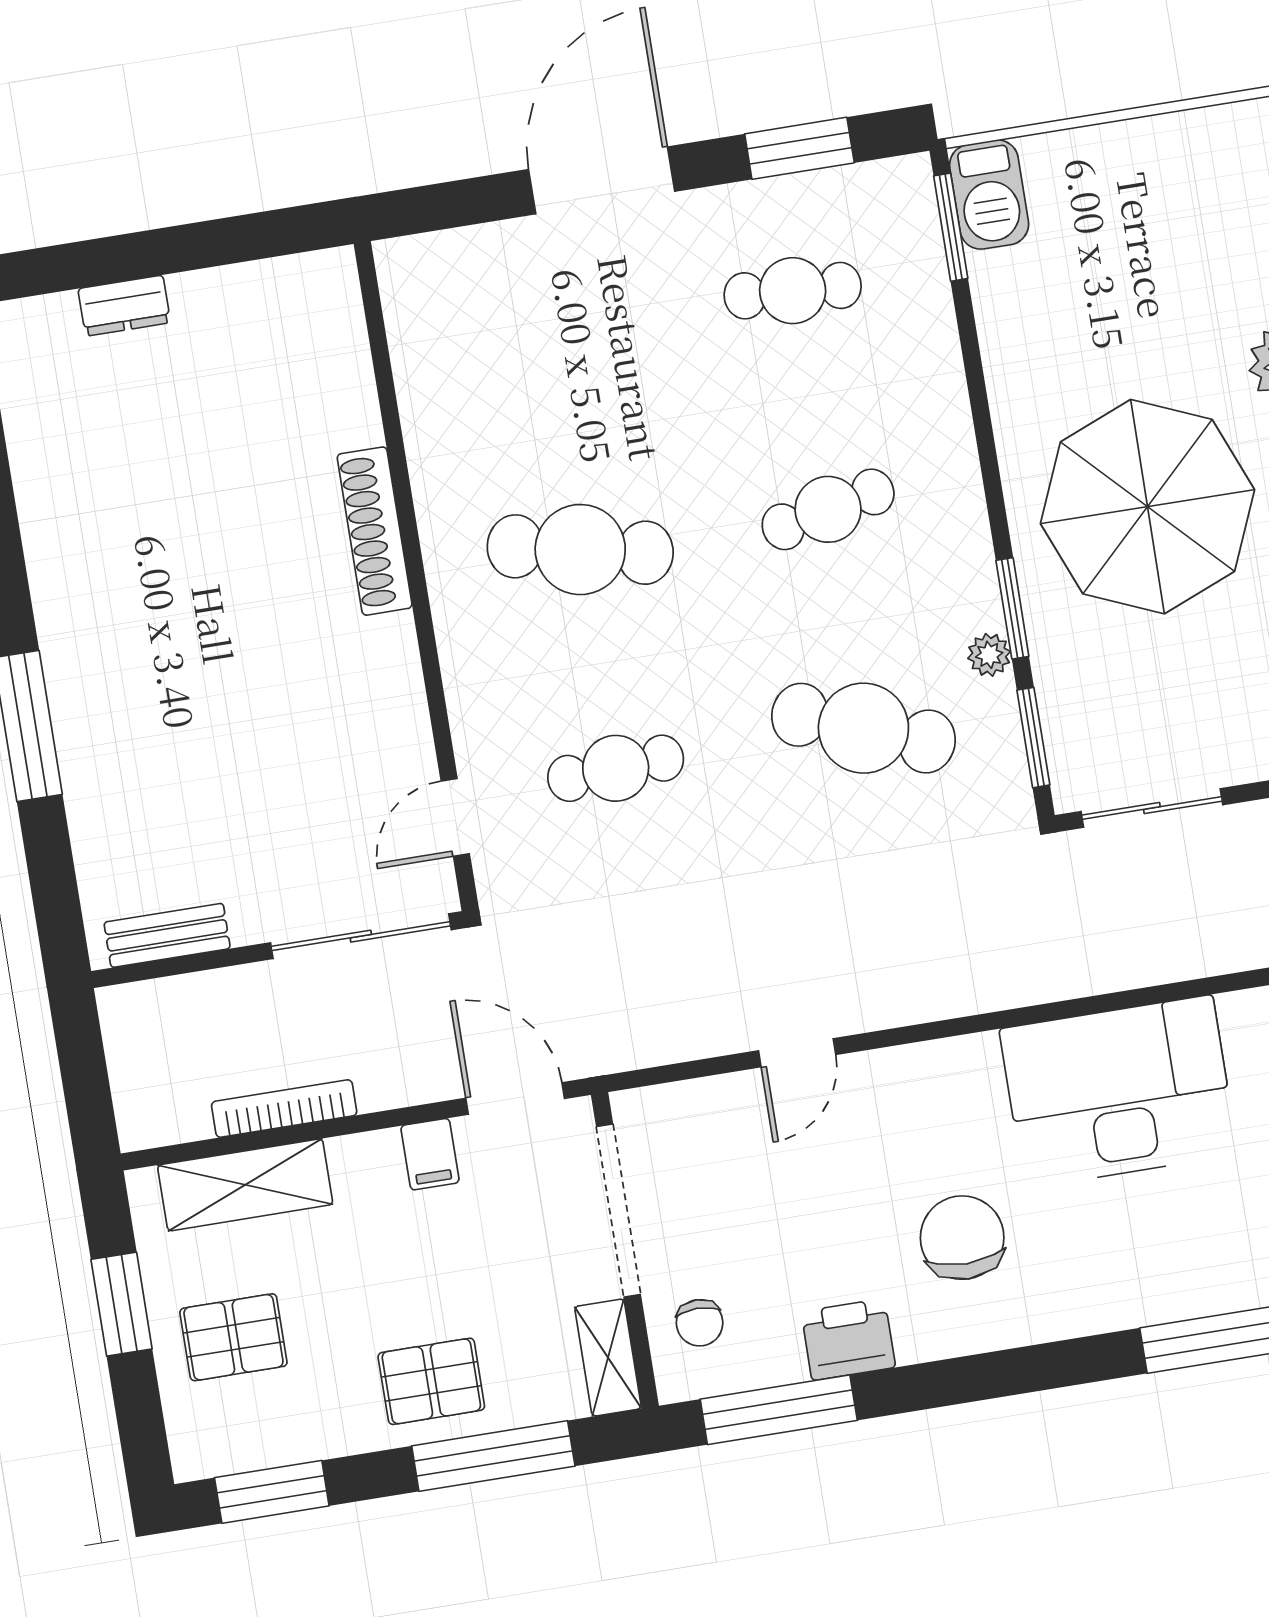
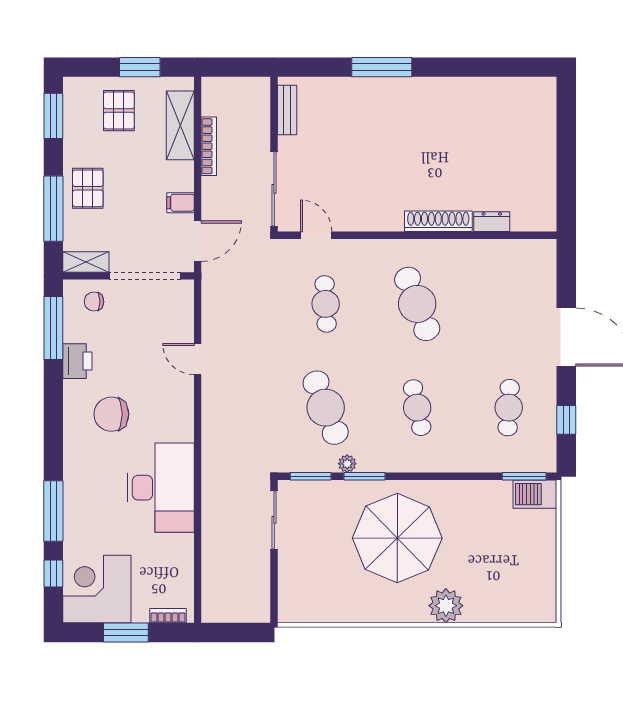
window: (799, 148) -> (566, 420), width x0.67
dresser: (124, 306) -> (492, 222), moved, turned 90
cafe table: (580, 550) -> (417, 304), turned -33
cafe table: (863, 728) -> (326, 408), turned -42
chair: (962, 1238) -> (111, 414), turned 180

